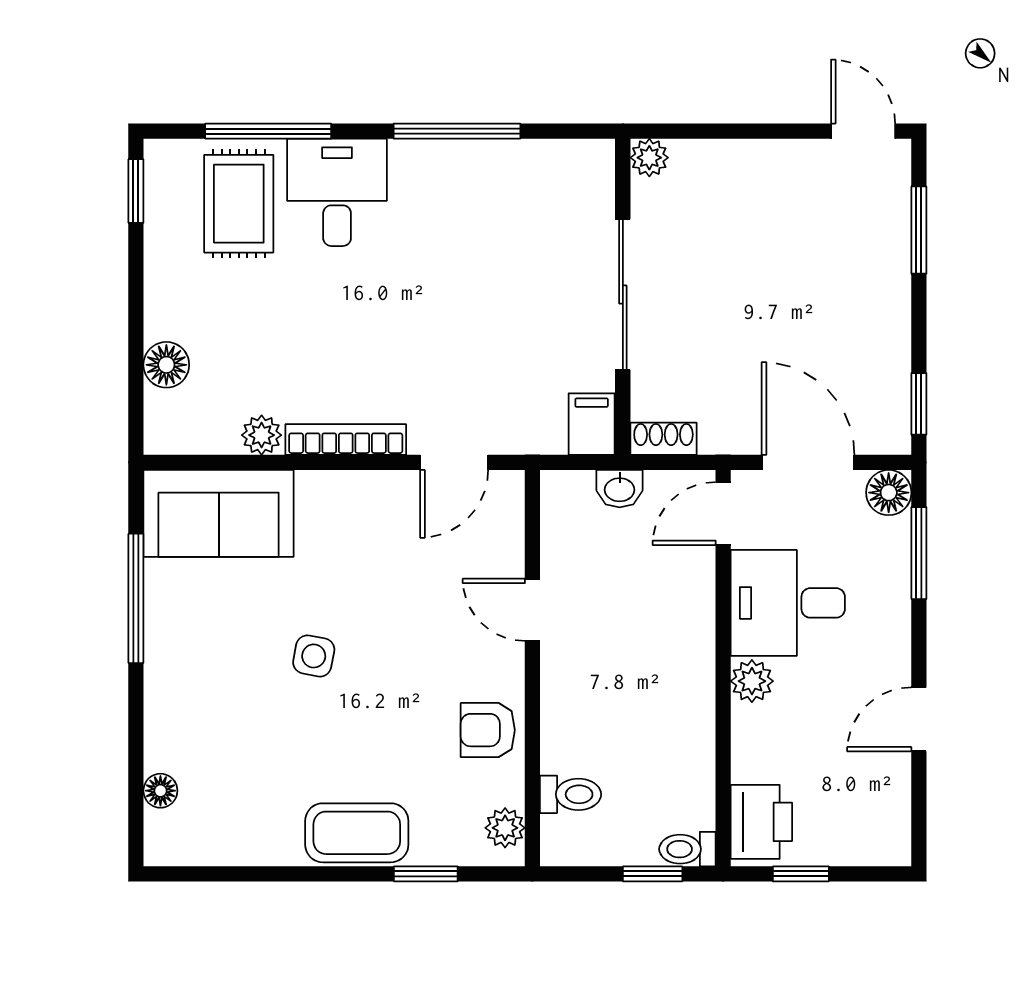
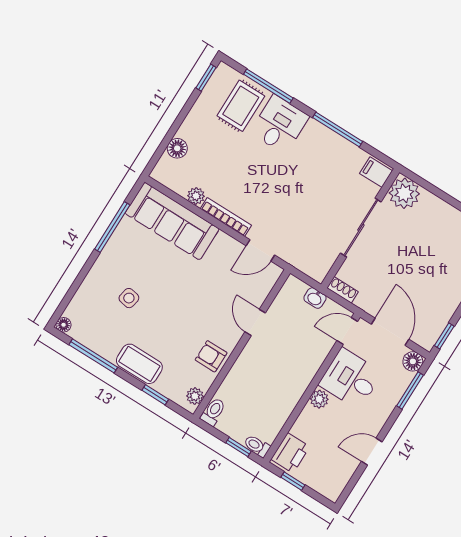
plant: (649, 158) -> (404, 193), width x1.87, depth x1.87
filing cabinet: (592, 424) -> (376, 172), moved, turned -90
sofa: (219, 513) -> (172, 221), width x1.36
side table: (314, 656) -> (129, 298), moved
floor lamp: (160, 791) -> (64, 325), moved
toilet: (571, 794) -> (213, 412), moved, turned -90
window: (257, 874) -> (93, 356), added

